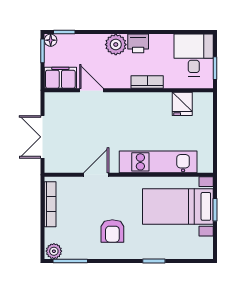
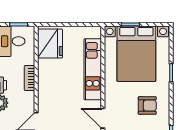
fridge: (182, 104) -> (50, 43), width x1.88, depth x1.34
bed with nightstands: (178, 206) -> (136, 54), width x1.36

